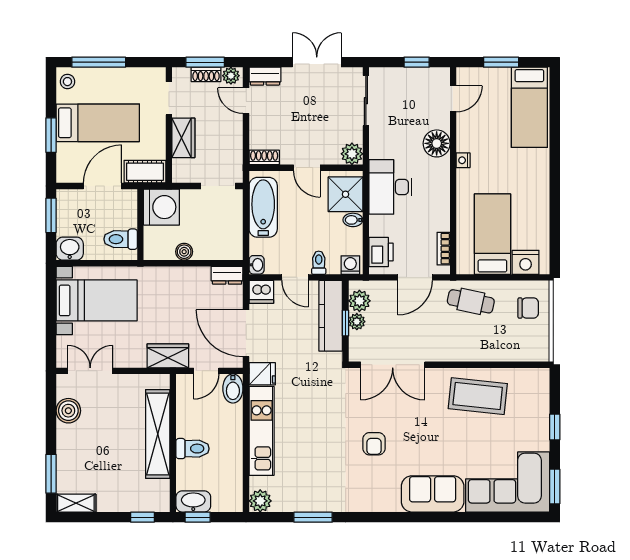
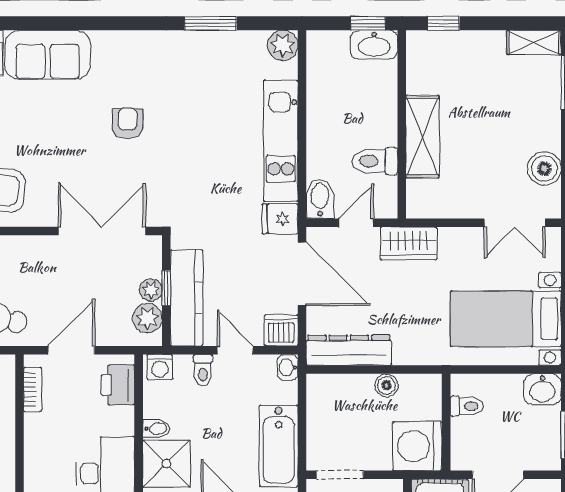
toilet: (121, 239) -> (467, 406), width x0.73, depth x0.72
dresser: (227, 275) -> (349, 350), width x1.96, depth x1.24
shelving: (158, 434) -> (422, 137), width x0.68
toilet: (193, 449) -> (375, 161), moved

